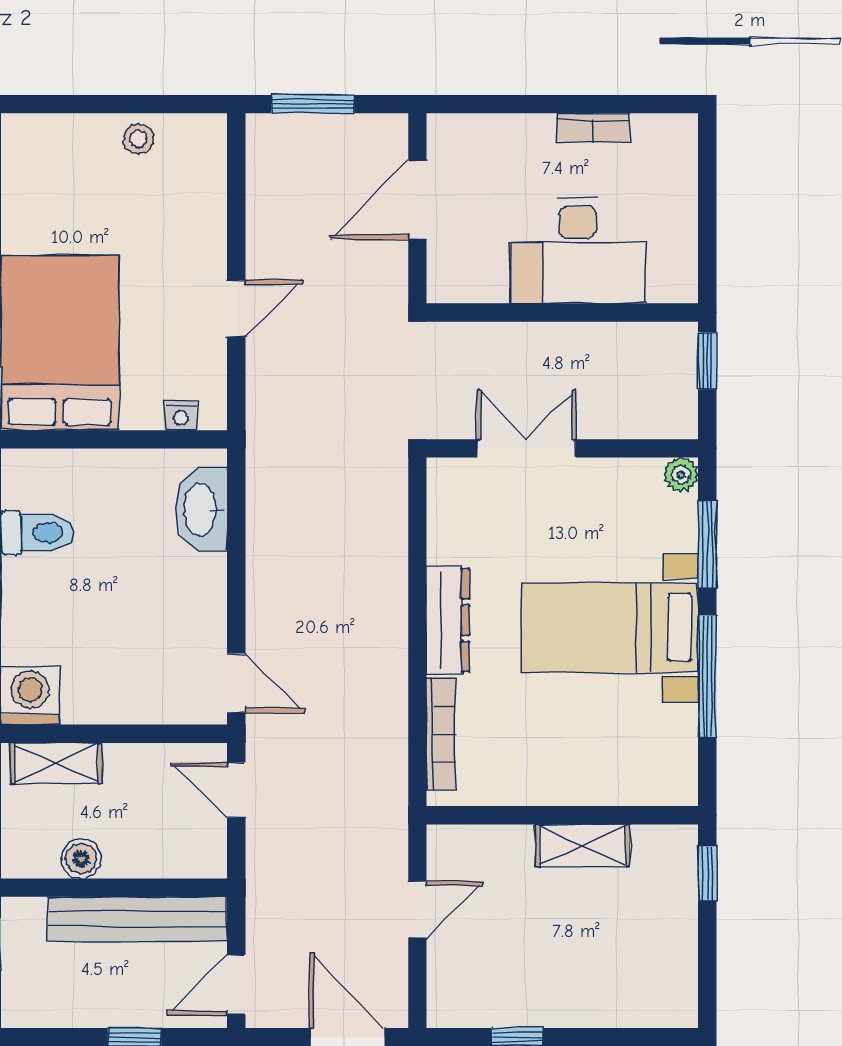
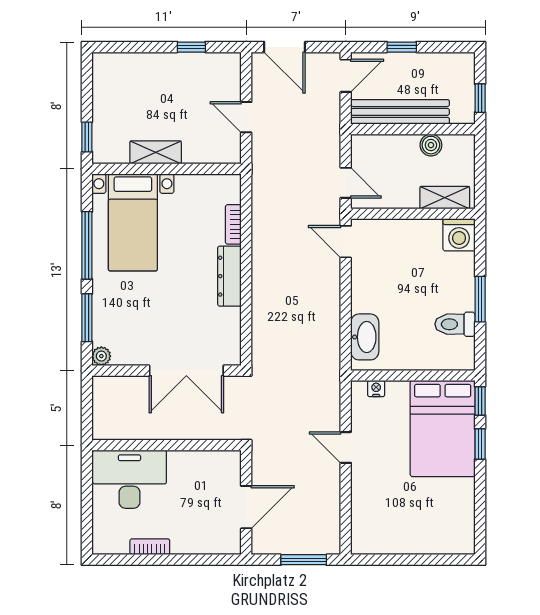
stool: (138, 139) -> (399, 541), removed
desk: (578, 251) -> (129, 479), moved
door: (236, 308) -> (346, 447), hinge flipped
window: (707, 361) -> (87, 419), removed
double door: (526, 448) -> (186, 371), width x1.37
bed with nightstands: (610, 628) -> (133, 222), moved, turned 90
bookcase: (441, 734) -> (233, 224), width x0.64
door: (417, 909) -> (246, 117), hinge flipped

